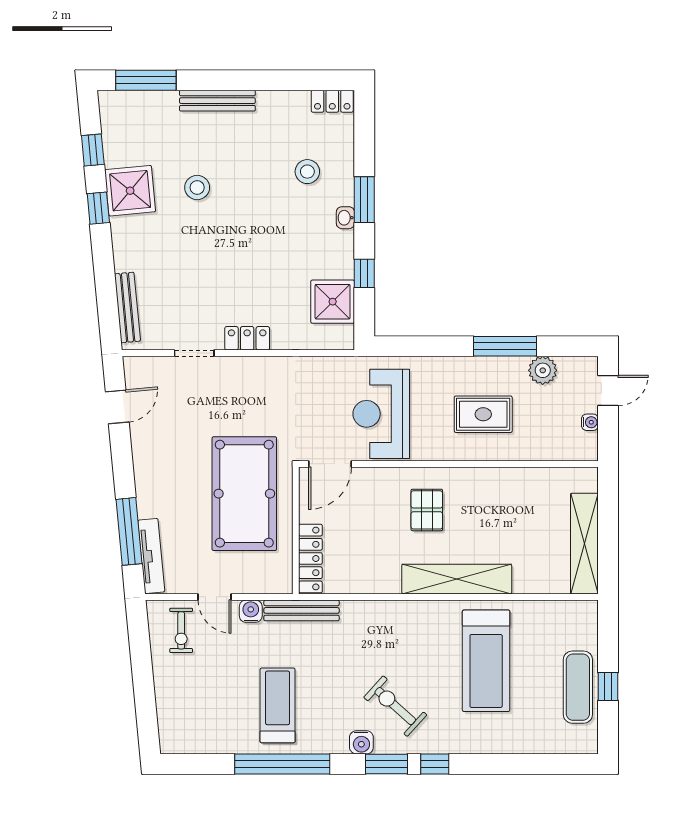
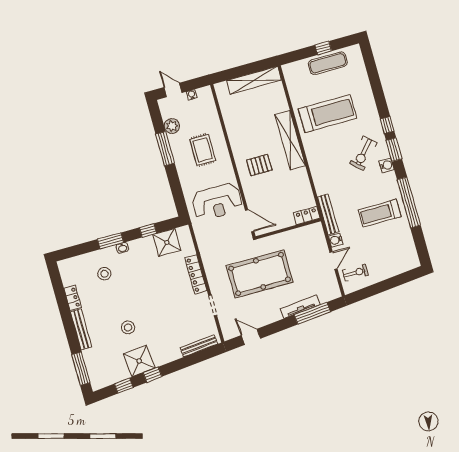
locker: (332, 101) -> (73, 298), moved
locker: (247, 338) -> (196, 274), width x1.53
pool table: (244, 494) -> (260, 274), moved
tv unit: (151, 556) -> (300, 307), moved
locker: (310, 558) -> (307, 216), width x0.66

